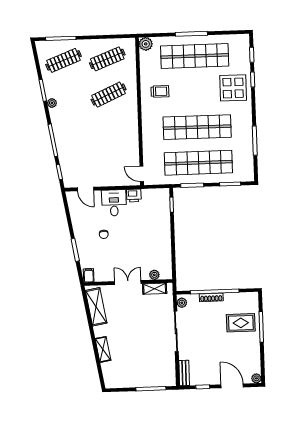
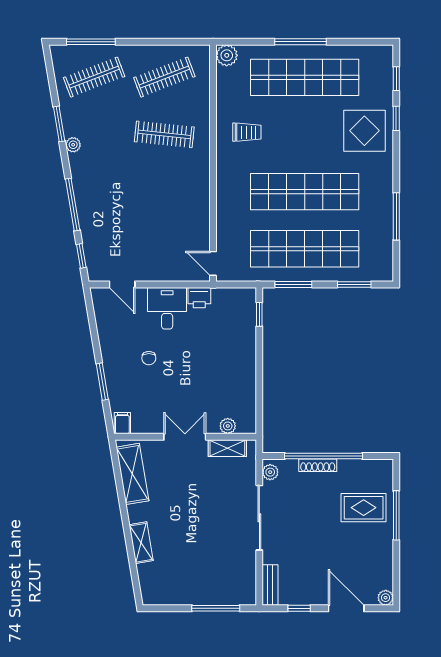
clothes rail: (109, 95) -> (164, 134), turned 30

